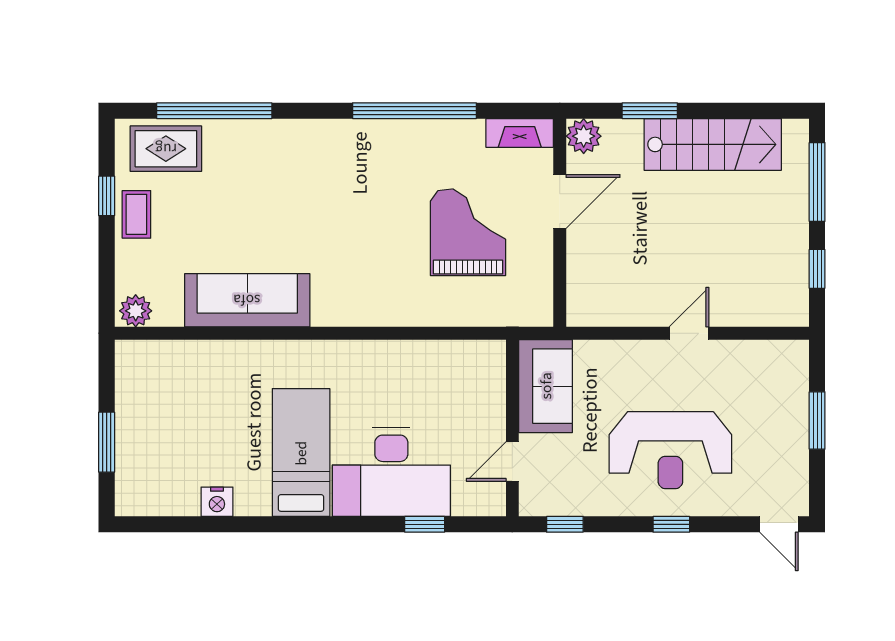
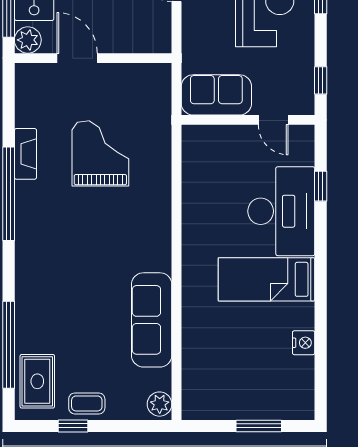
fireplace: (520, 133) -> (25, 154), moved
plant: (584, 136) -> (28, 40), moved
door: (560, 201) -> (77, 58), moved
wall: (560, 223) -> (93, 58), moved
grand piano: (468, 232) -> (100, 153), turned 90

